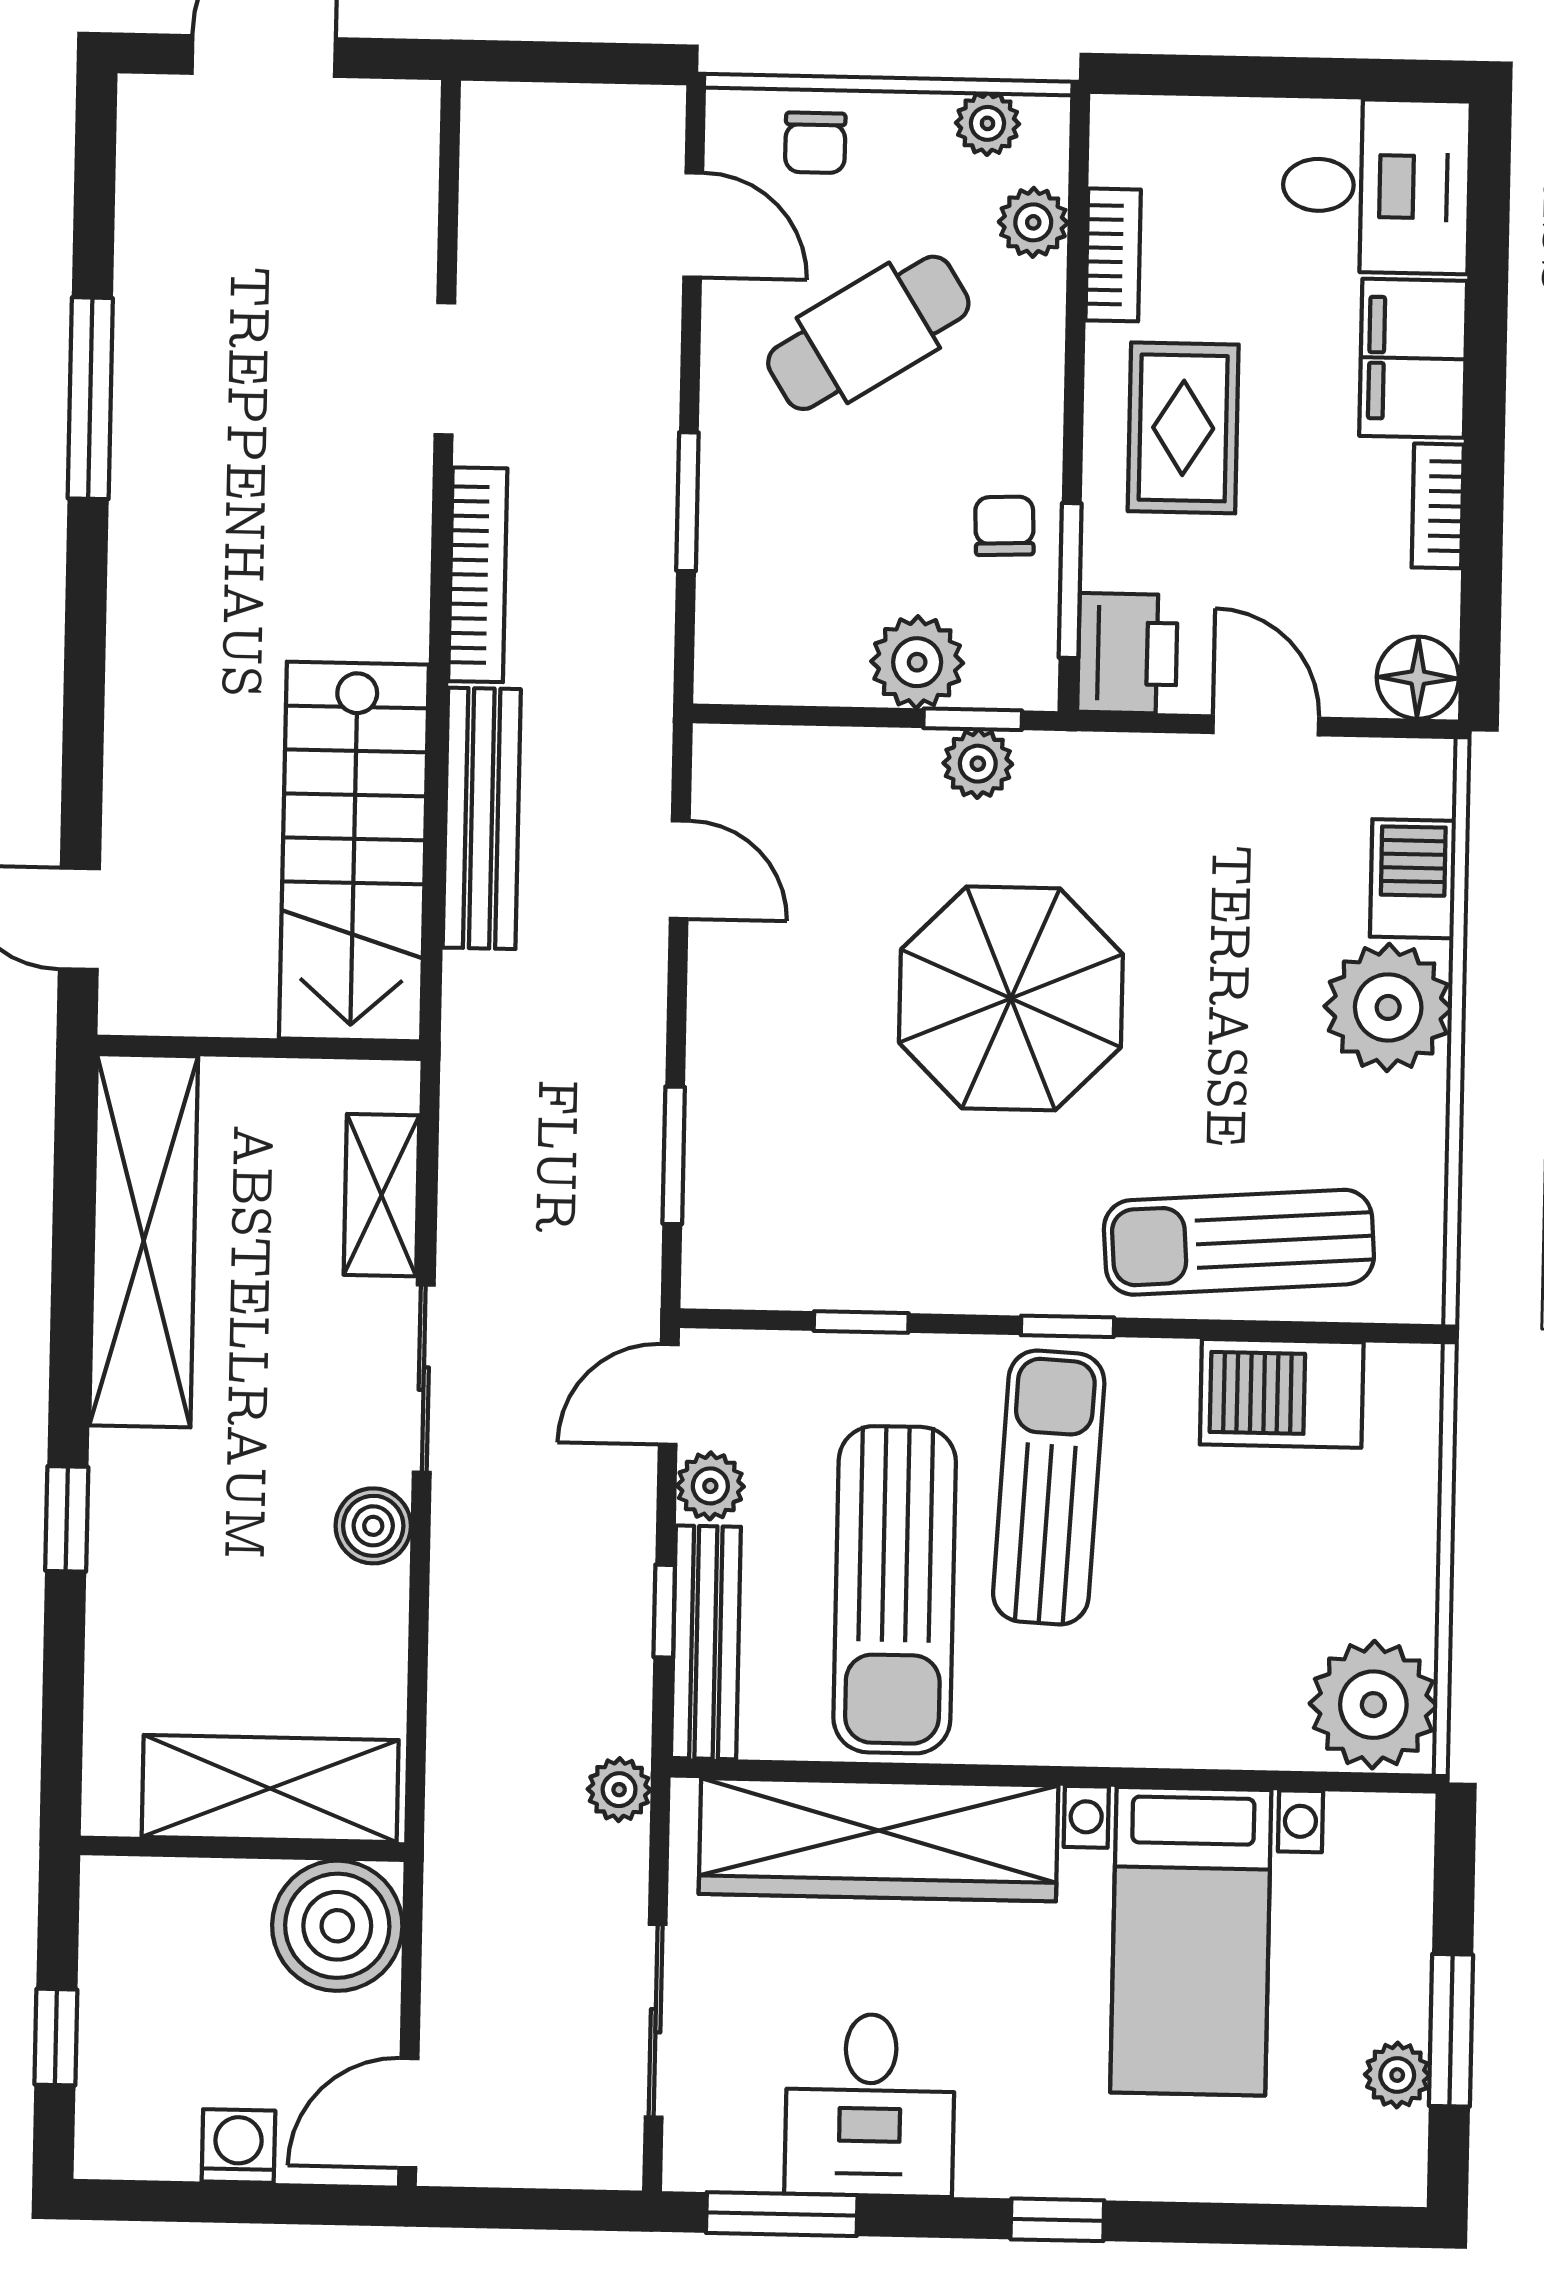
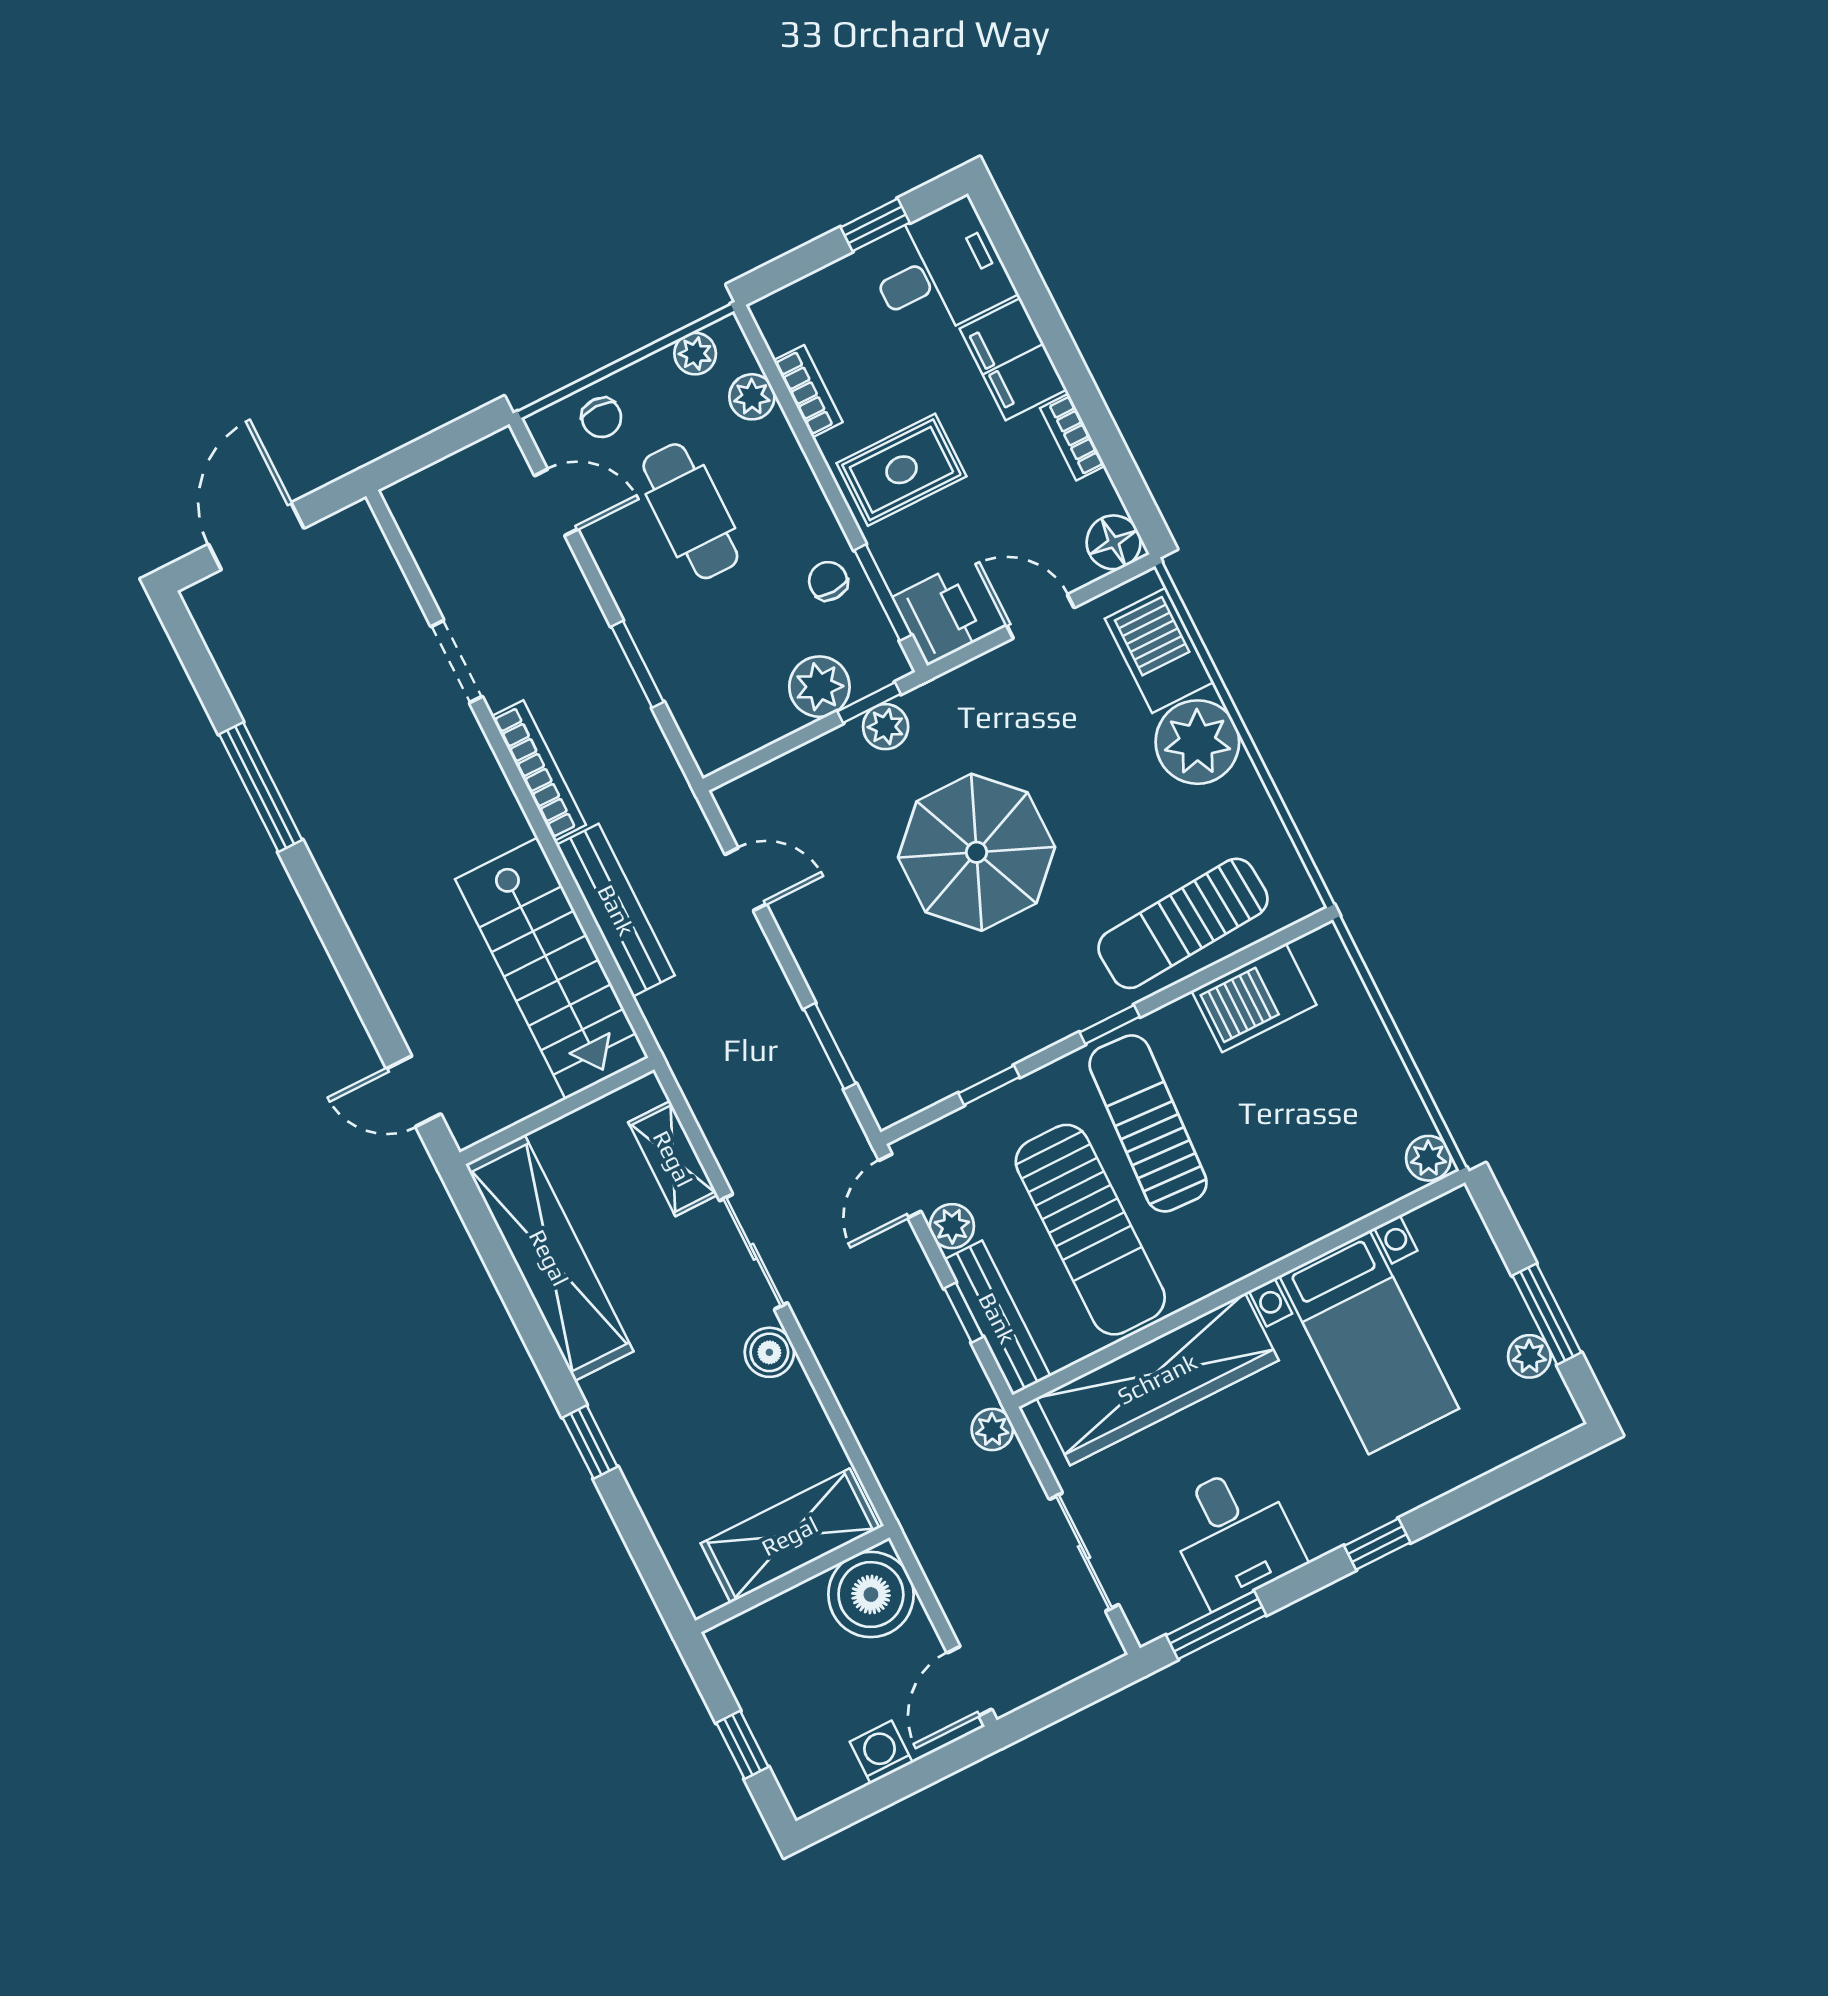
window: (1323, 78) -> (875, 225), added
cafe table: (868, 333) -> (690, 511), turned -58
rug: (1183, 428) -> (901, 470), turned 90
barbecue: (1413, 879) -> (1159, 650), width x1.38, depth x1.27
plant: (1373, 1705) -> (1428, 1158), width x0.53, depth x0.53

